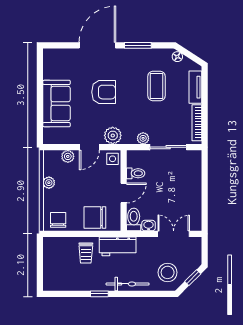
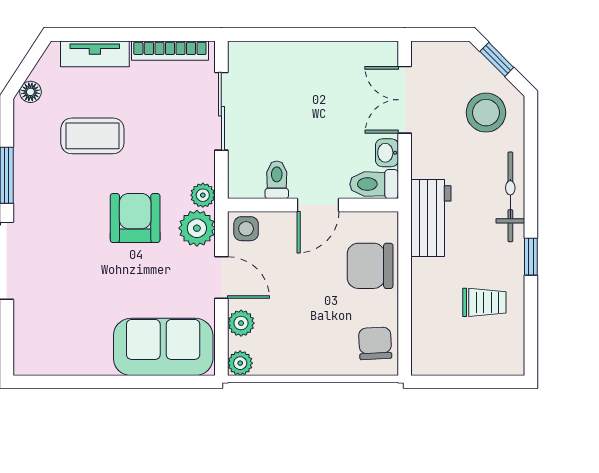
armchair: (104, 92) -> (135, 218), moved
sofa: (57, 104) -> (163, 347), moved
plant: (143, 138) -> (203, 195), moved
plant: (49, 183) -> (240, 363), moved
door: (124, 193) -> (318, 205), swing flipped
chair: (95, 218) -> (370, 266), turned 90
chair: (58, 220) -> (375, 343), turned 87
trolley: (86, 253) -> (484, 302), moved

